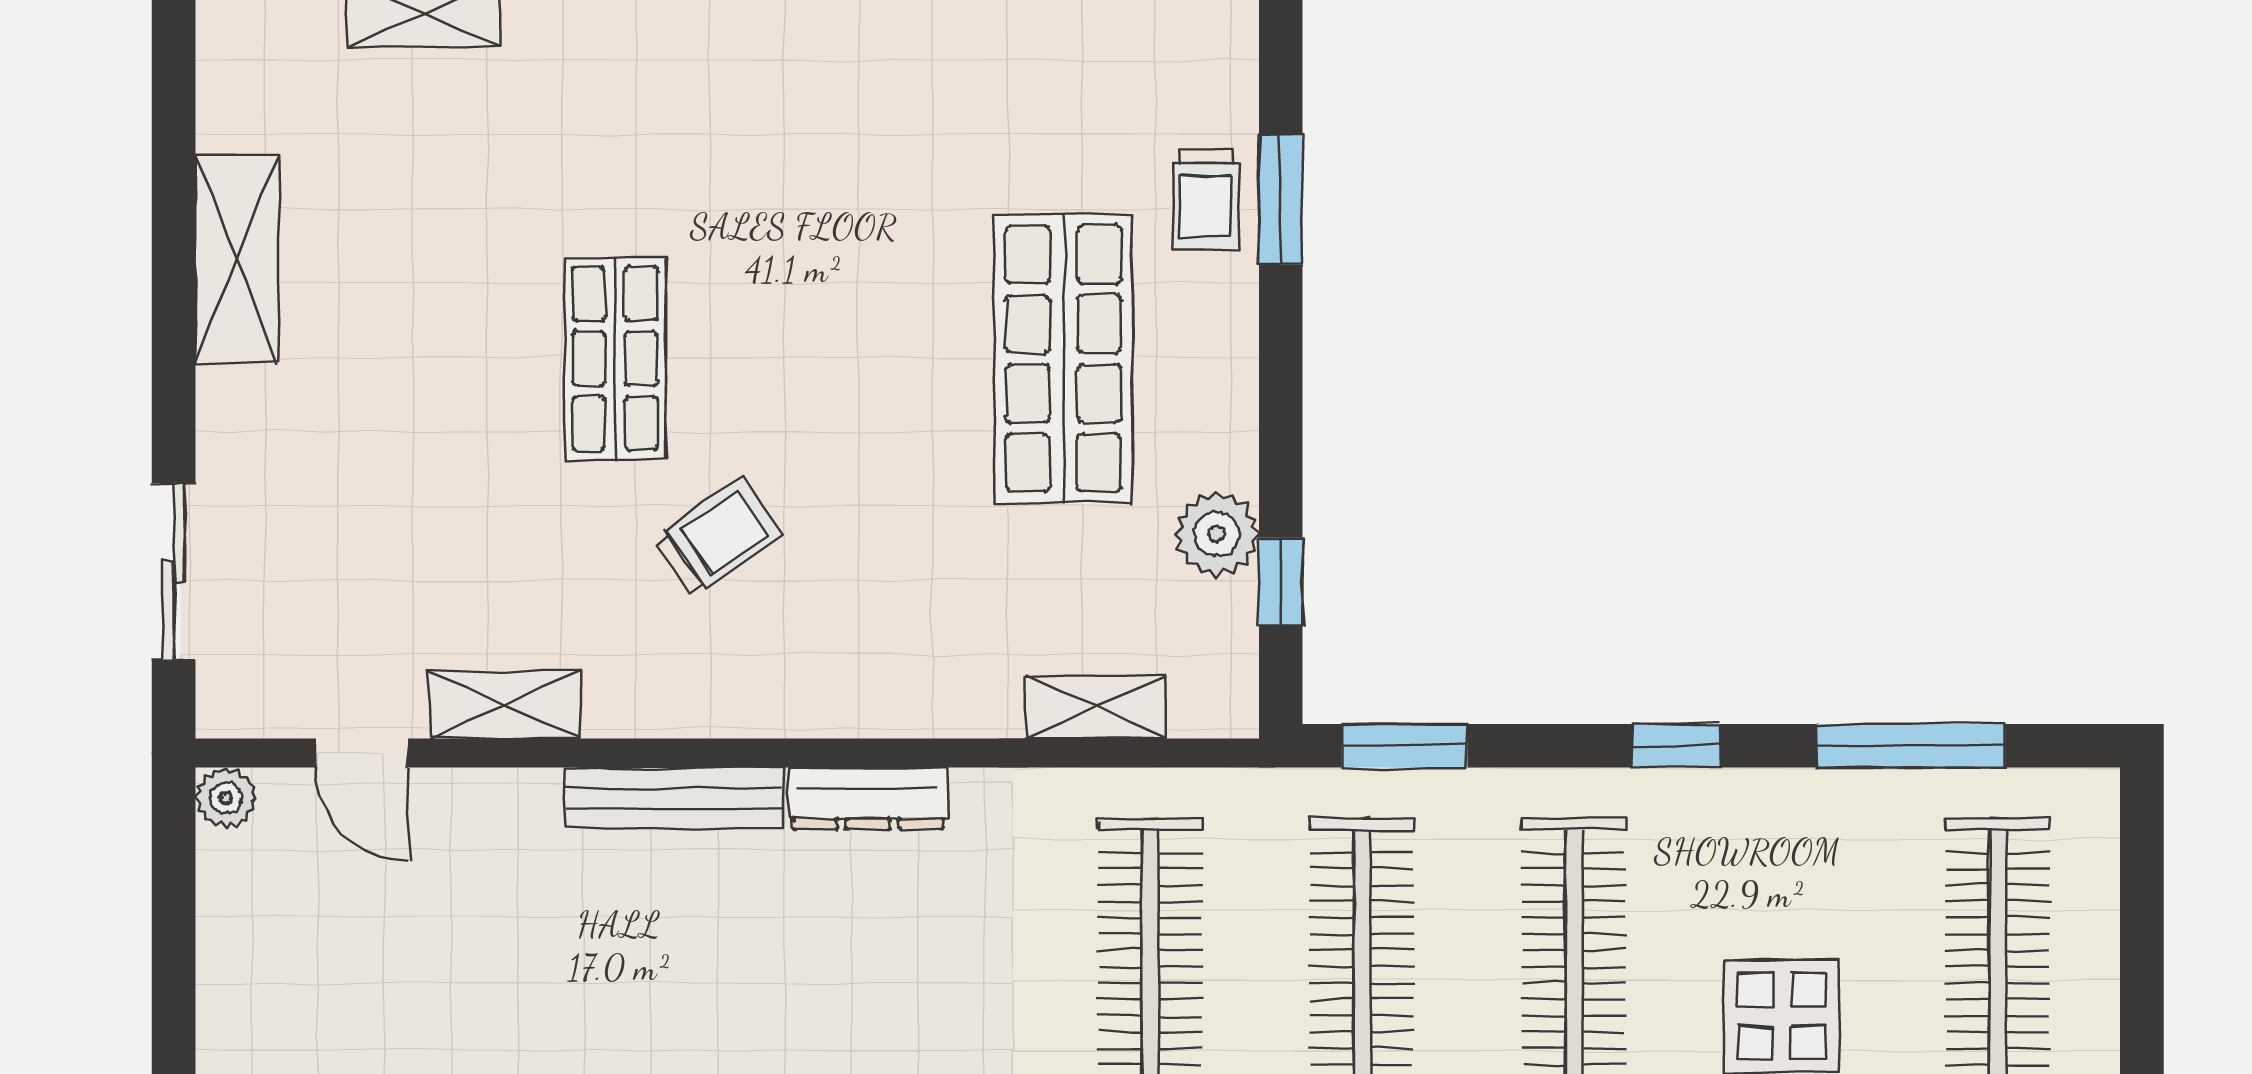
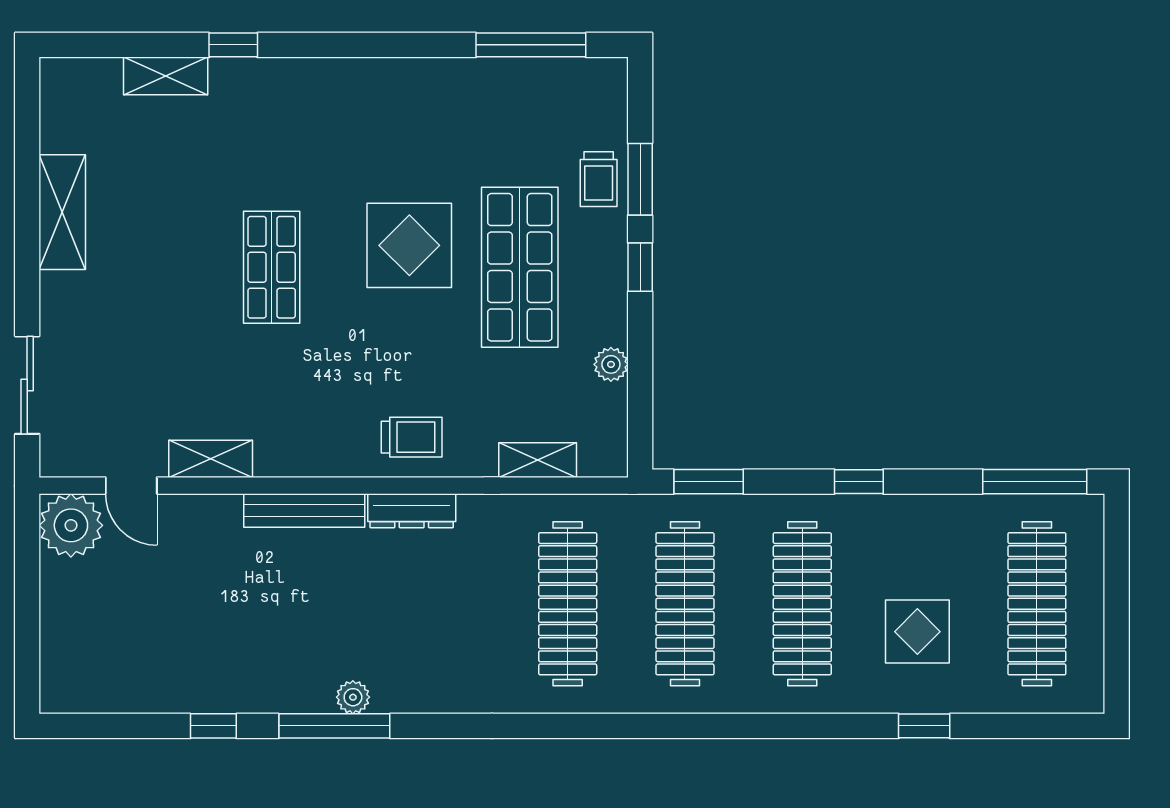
display table: (864, 319) -> (409, 245), added
plant: (1217, 534) -> (611, 364), width x0.73, depth x0.73
trolley: (718, 537) -> (412, 437), moved, turned 35
window: (1281, 582) -> (640, 267), moved
window: (1911, 746) -> (1035, 482), moved
plant: (226, 798) -> (71, 525), width x1.87, depth x1.87

